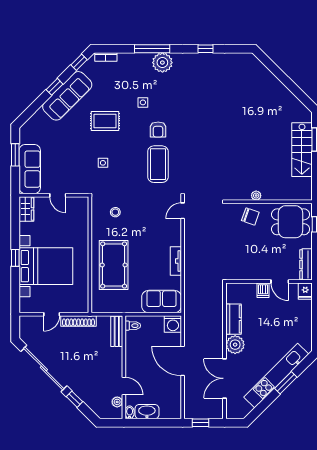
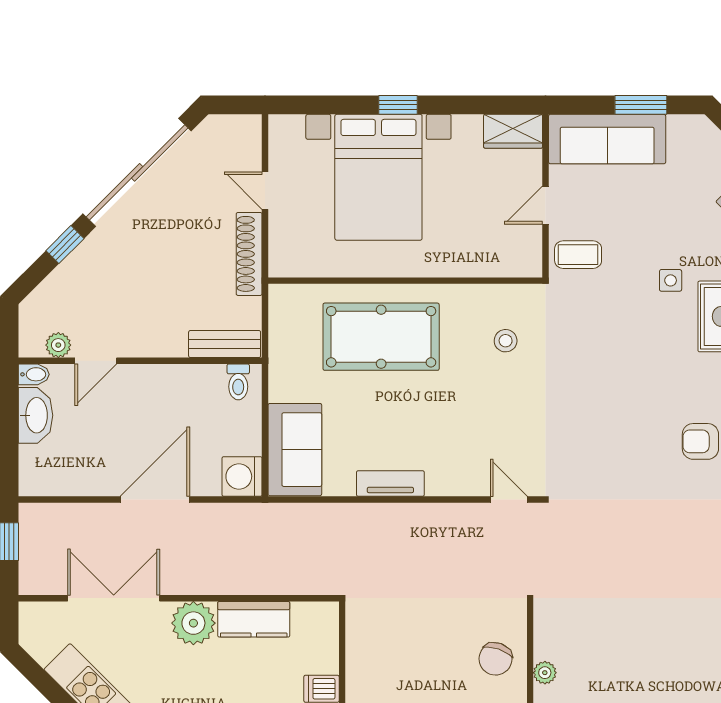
side table: (103, 163) -> (671, 280), moved
coffee table: (158, 164) -> (578, 255), moved, width x0.54, depth x0.58

